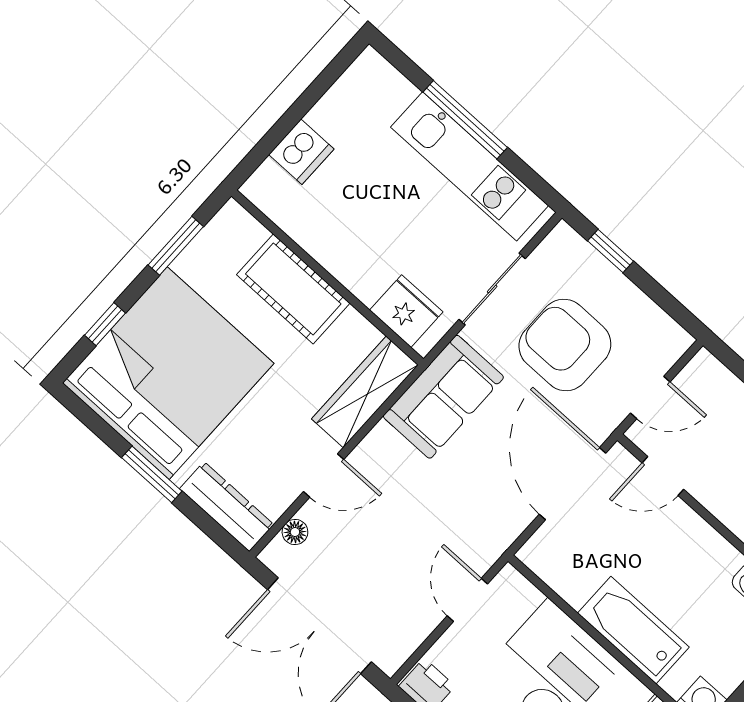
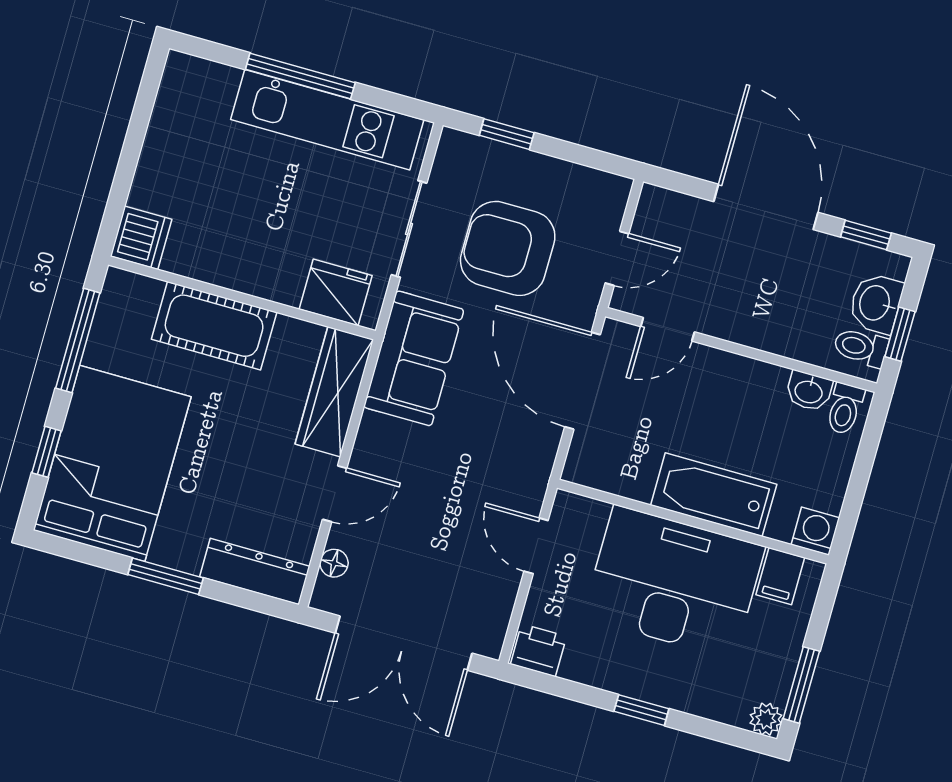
dishwasher: (301, 152) -> (141, 238), moved
window: (176, 246) -> (78, 340), width x1.44
bed: (168, 373) -> (112, 463), width x0.73

